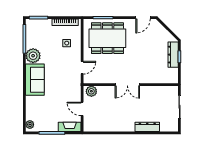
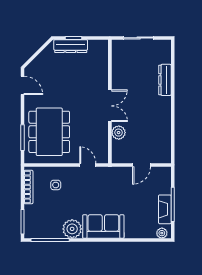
plant: (91, 91) -> (119, 133), moved
fireplace: (70, 127) -> (165, 209), moved

